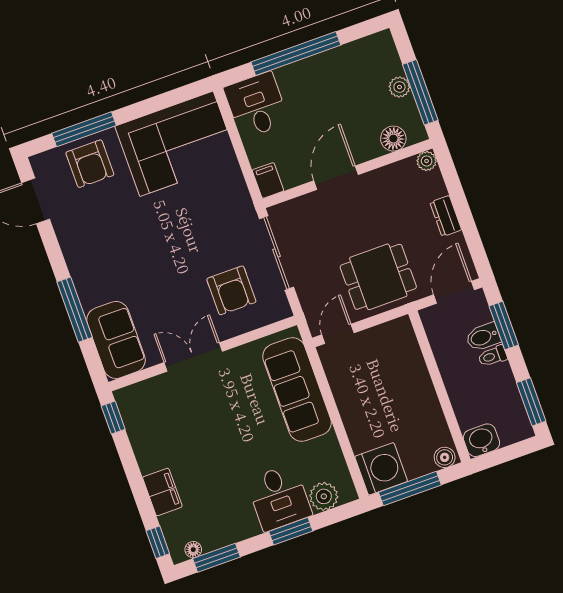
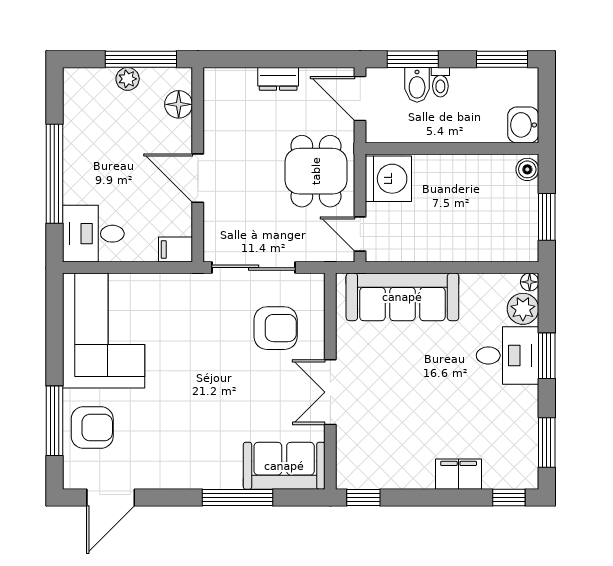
plant: (427, 161) -> (214, 78), removed
washing machine: (381, 469) -> (388, 179), moved, turned 90
window: (410, 489) -> (547, 217), width x0.69
floor lamp: (193, 550) -> (530, 282), moved

